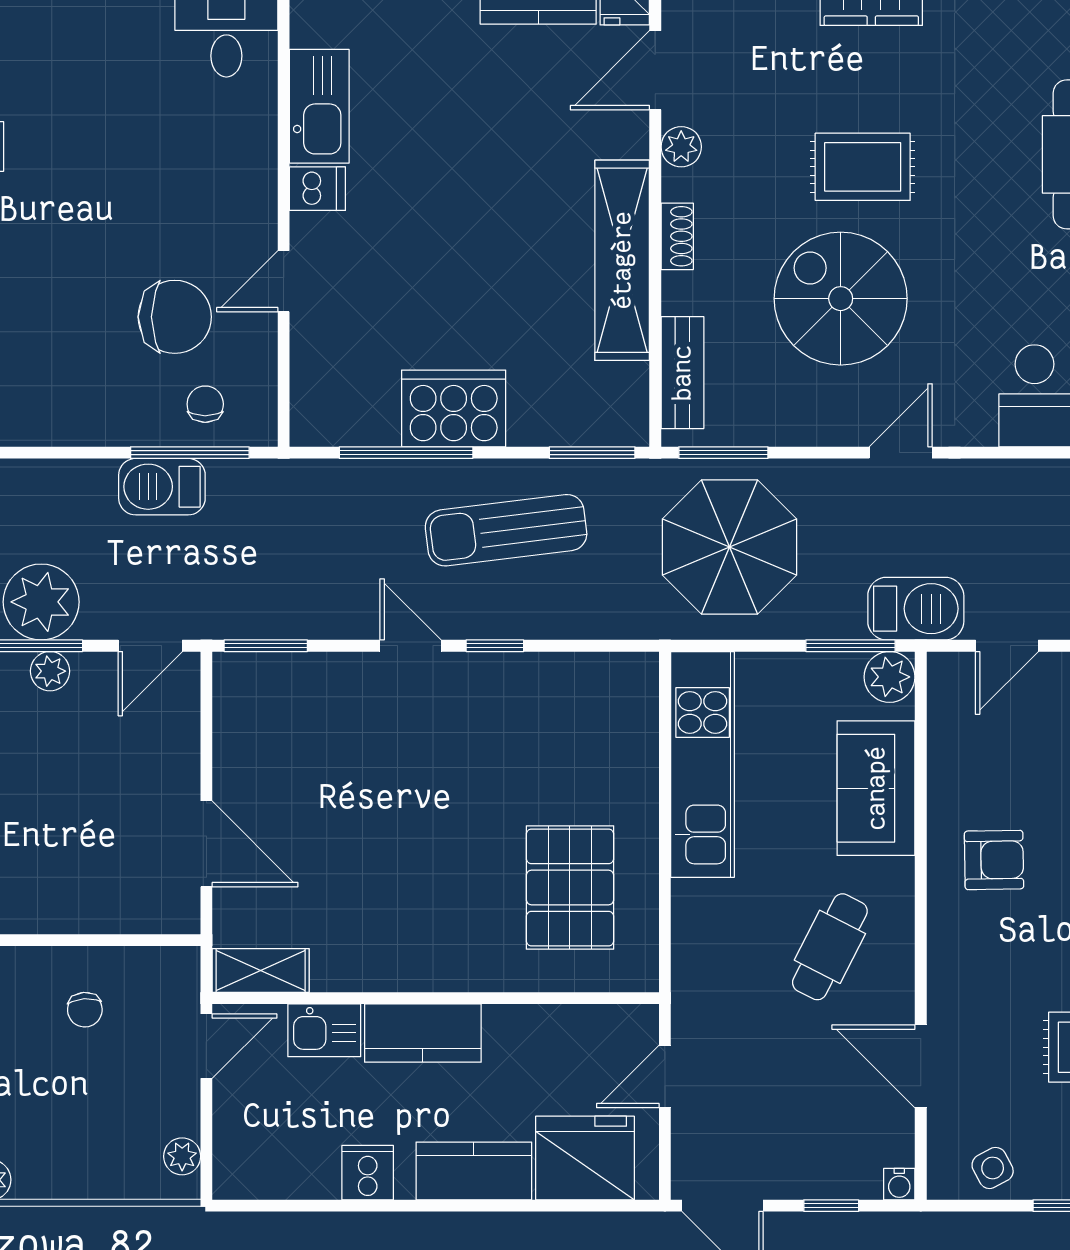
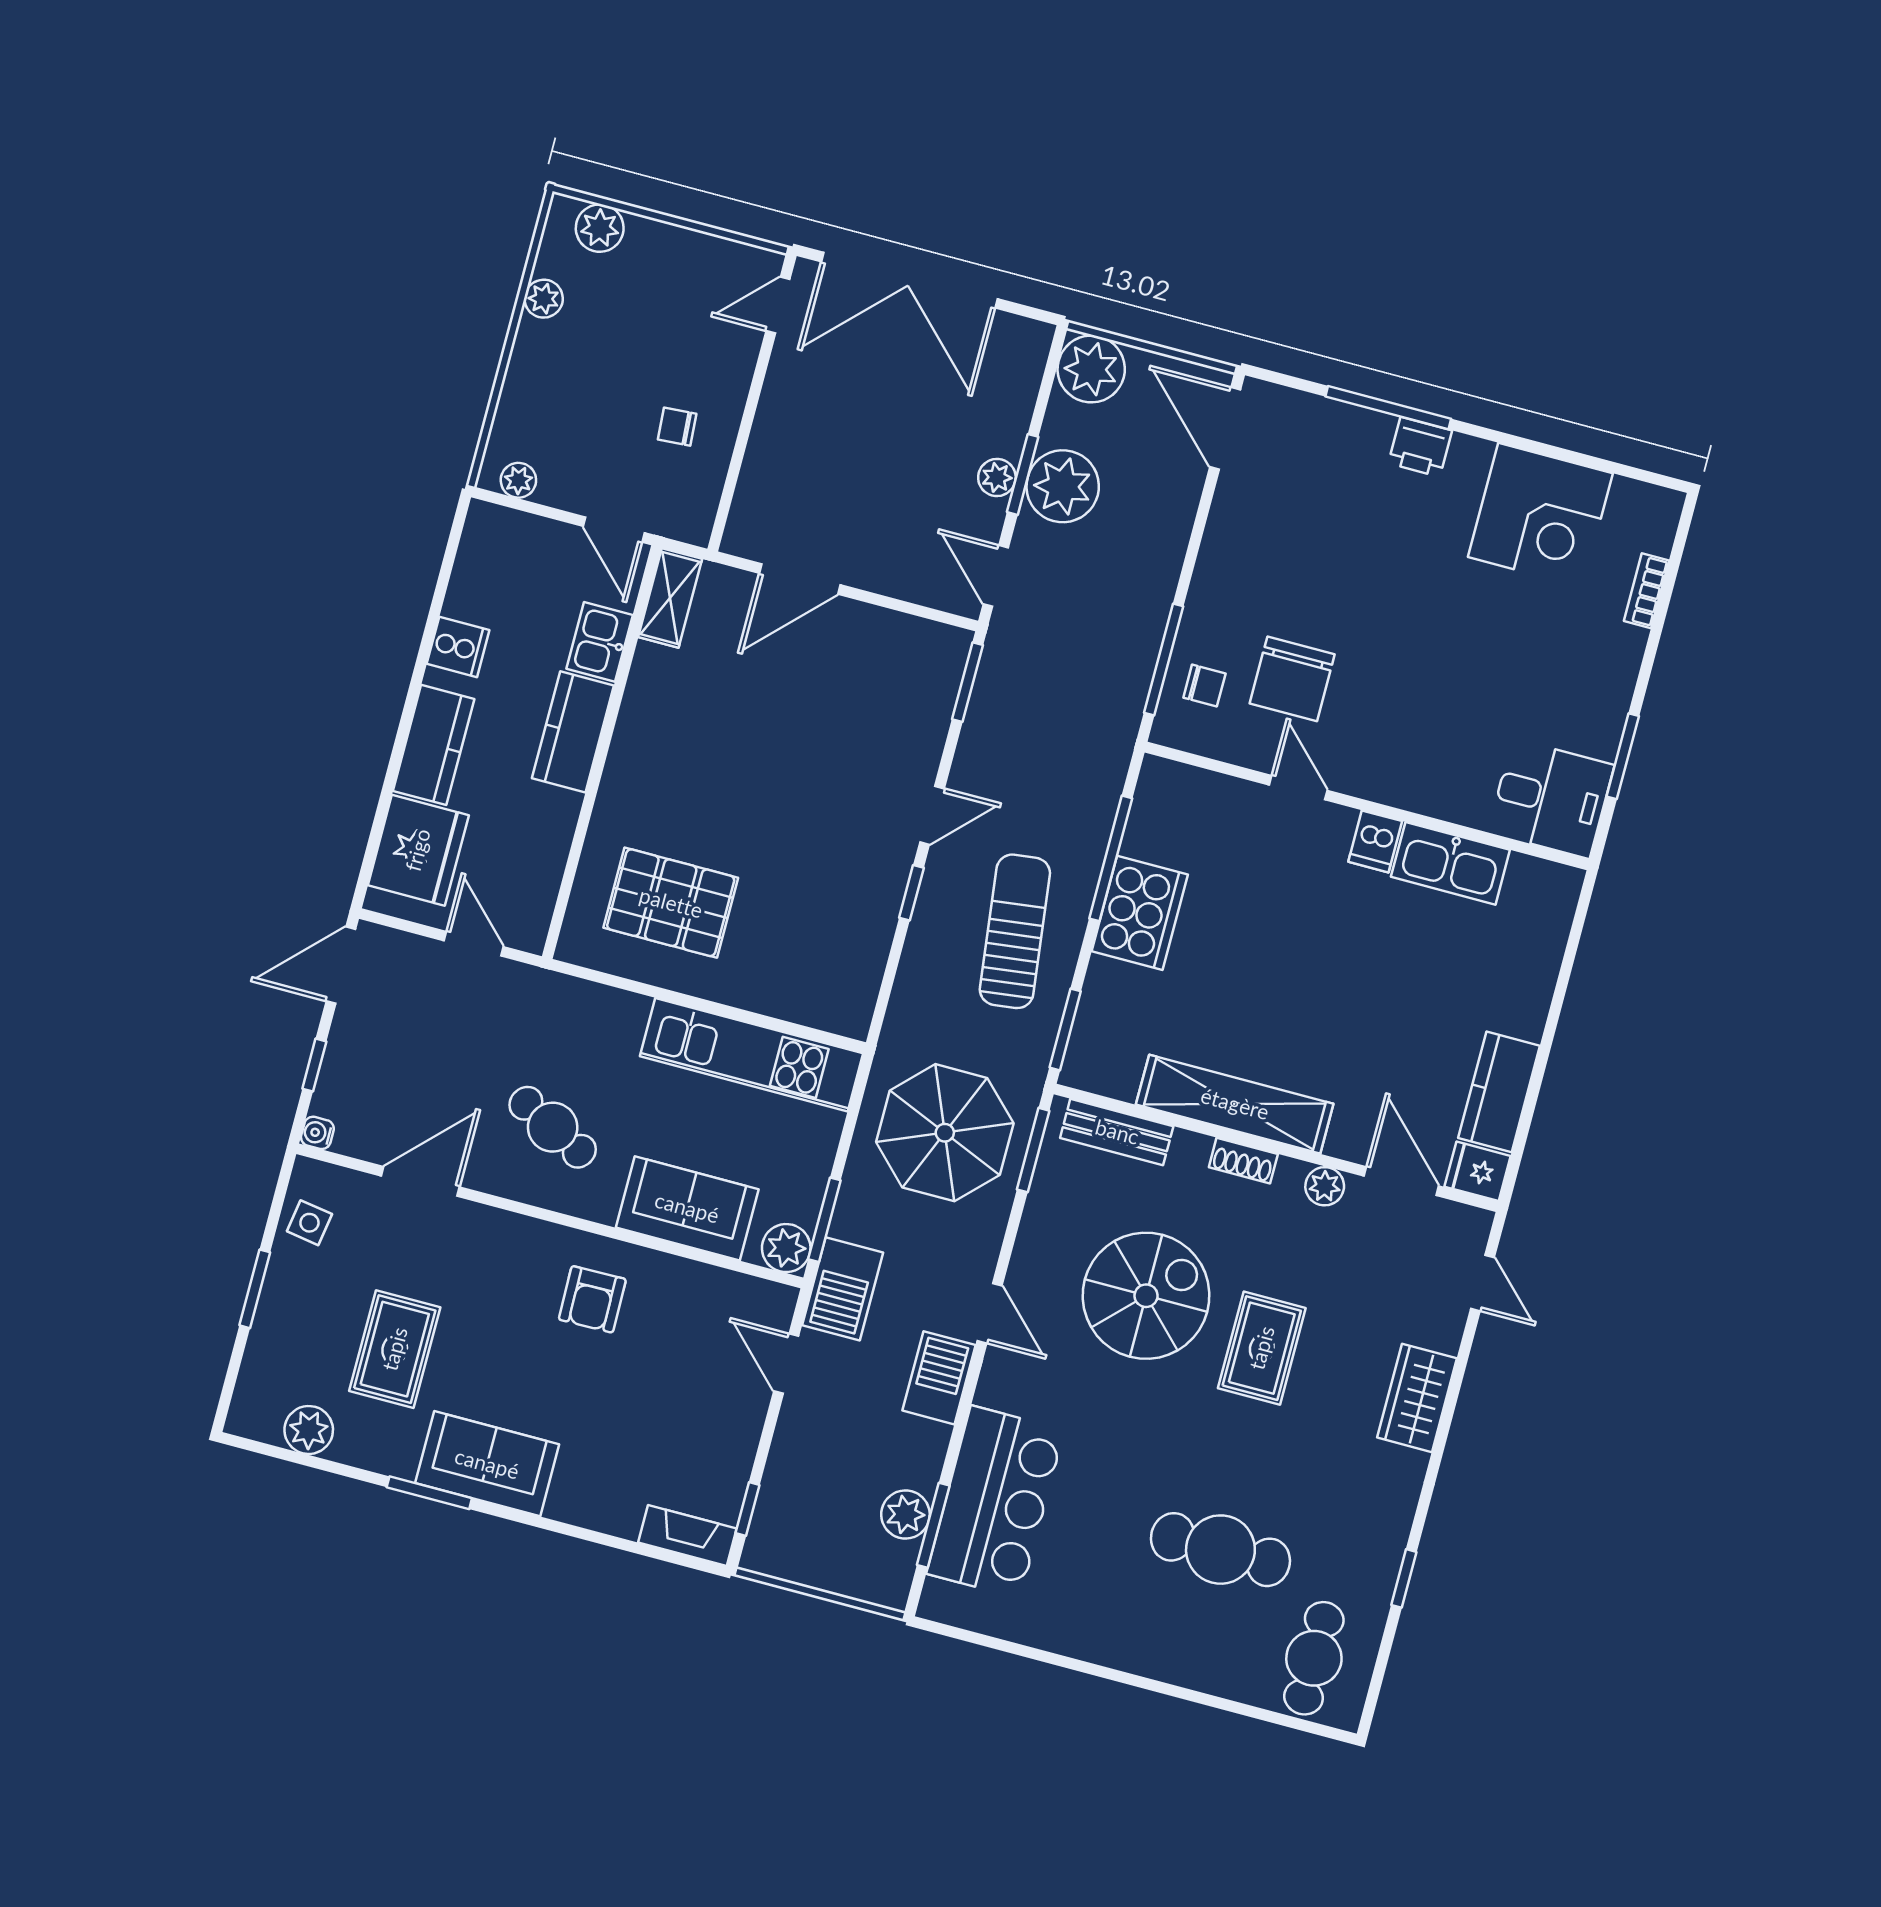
barbecue: (162, 487) -> (939, 1378), moved
side table: (993, 1168) -> (309, 1223), turned 37

